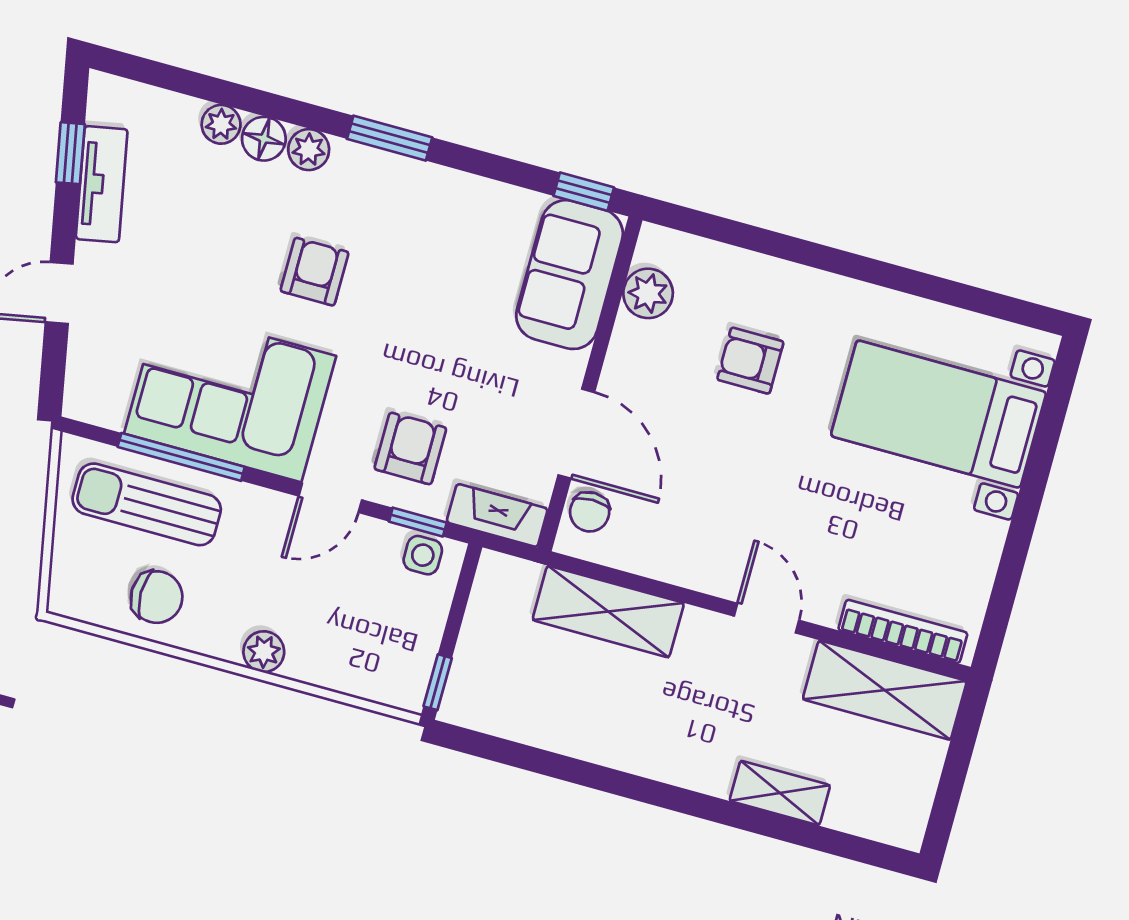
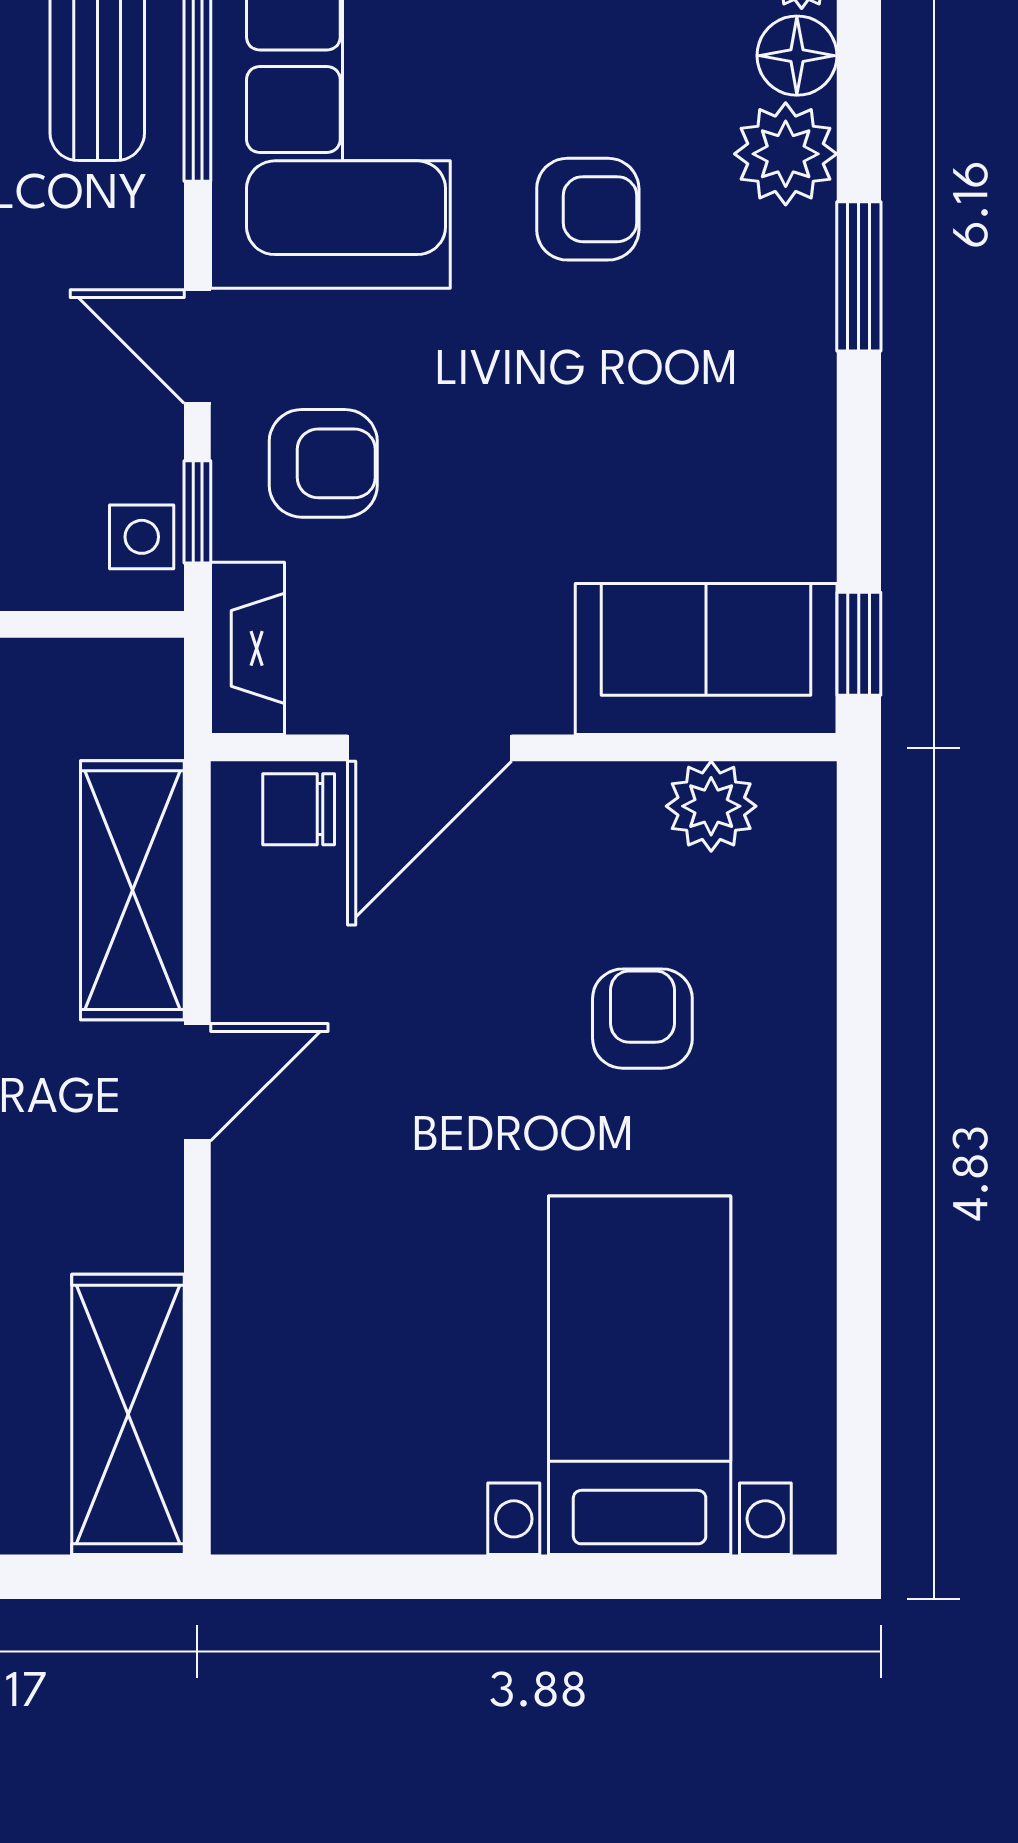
plant: (309, 150) -> (786, 154), width x1.38, depth x1.38
door: (767, 618) -> (197, 1082), moved
bookcase: (903, 631) -> (240, 1418), removed

